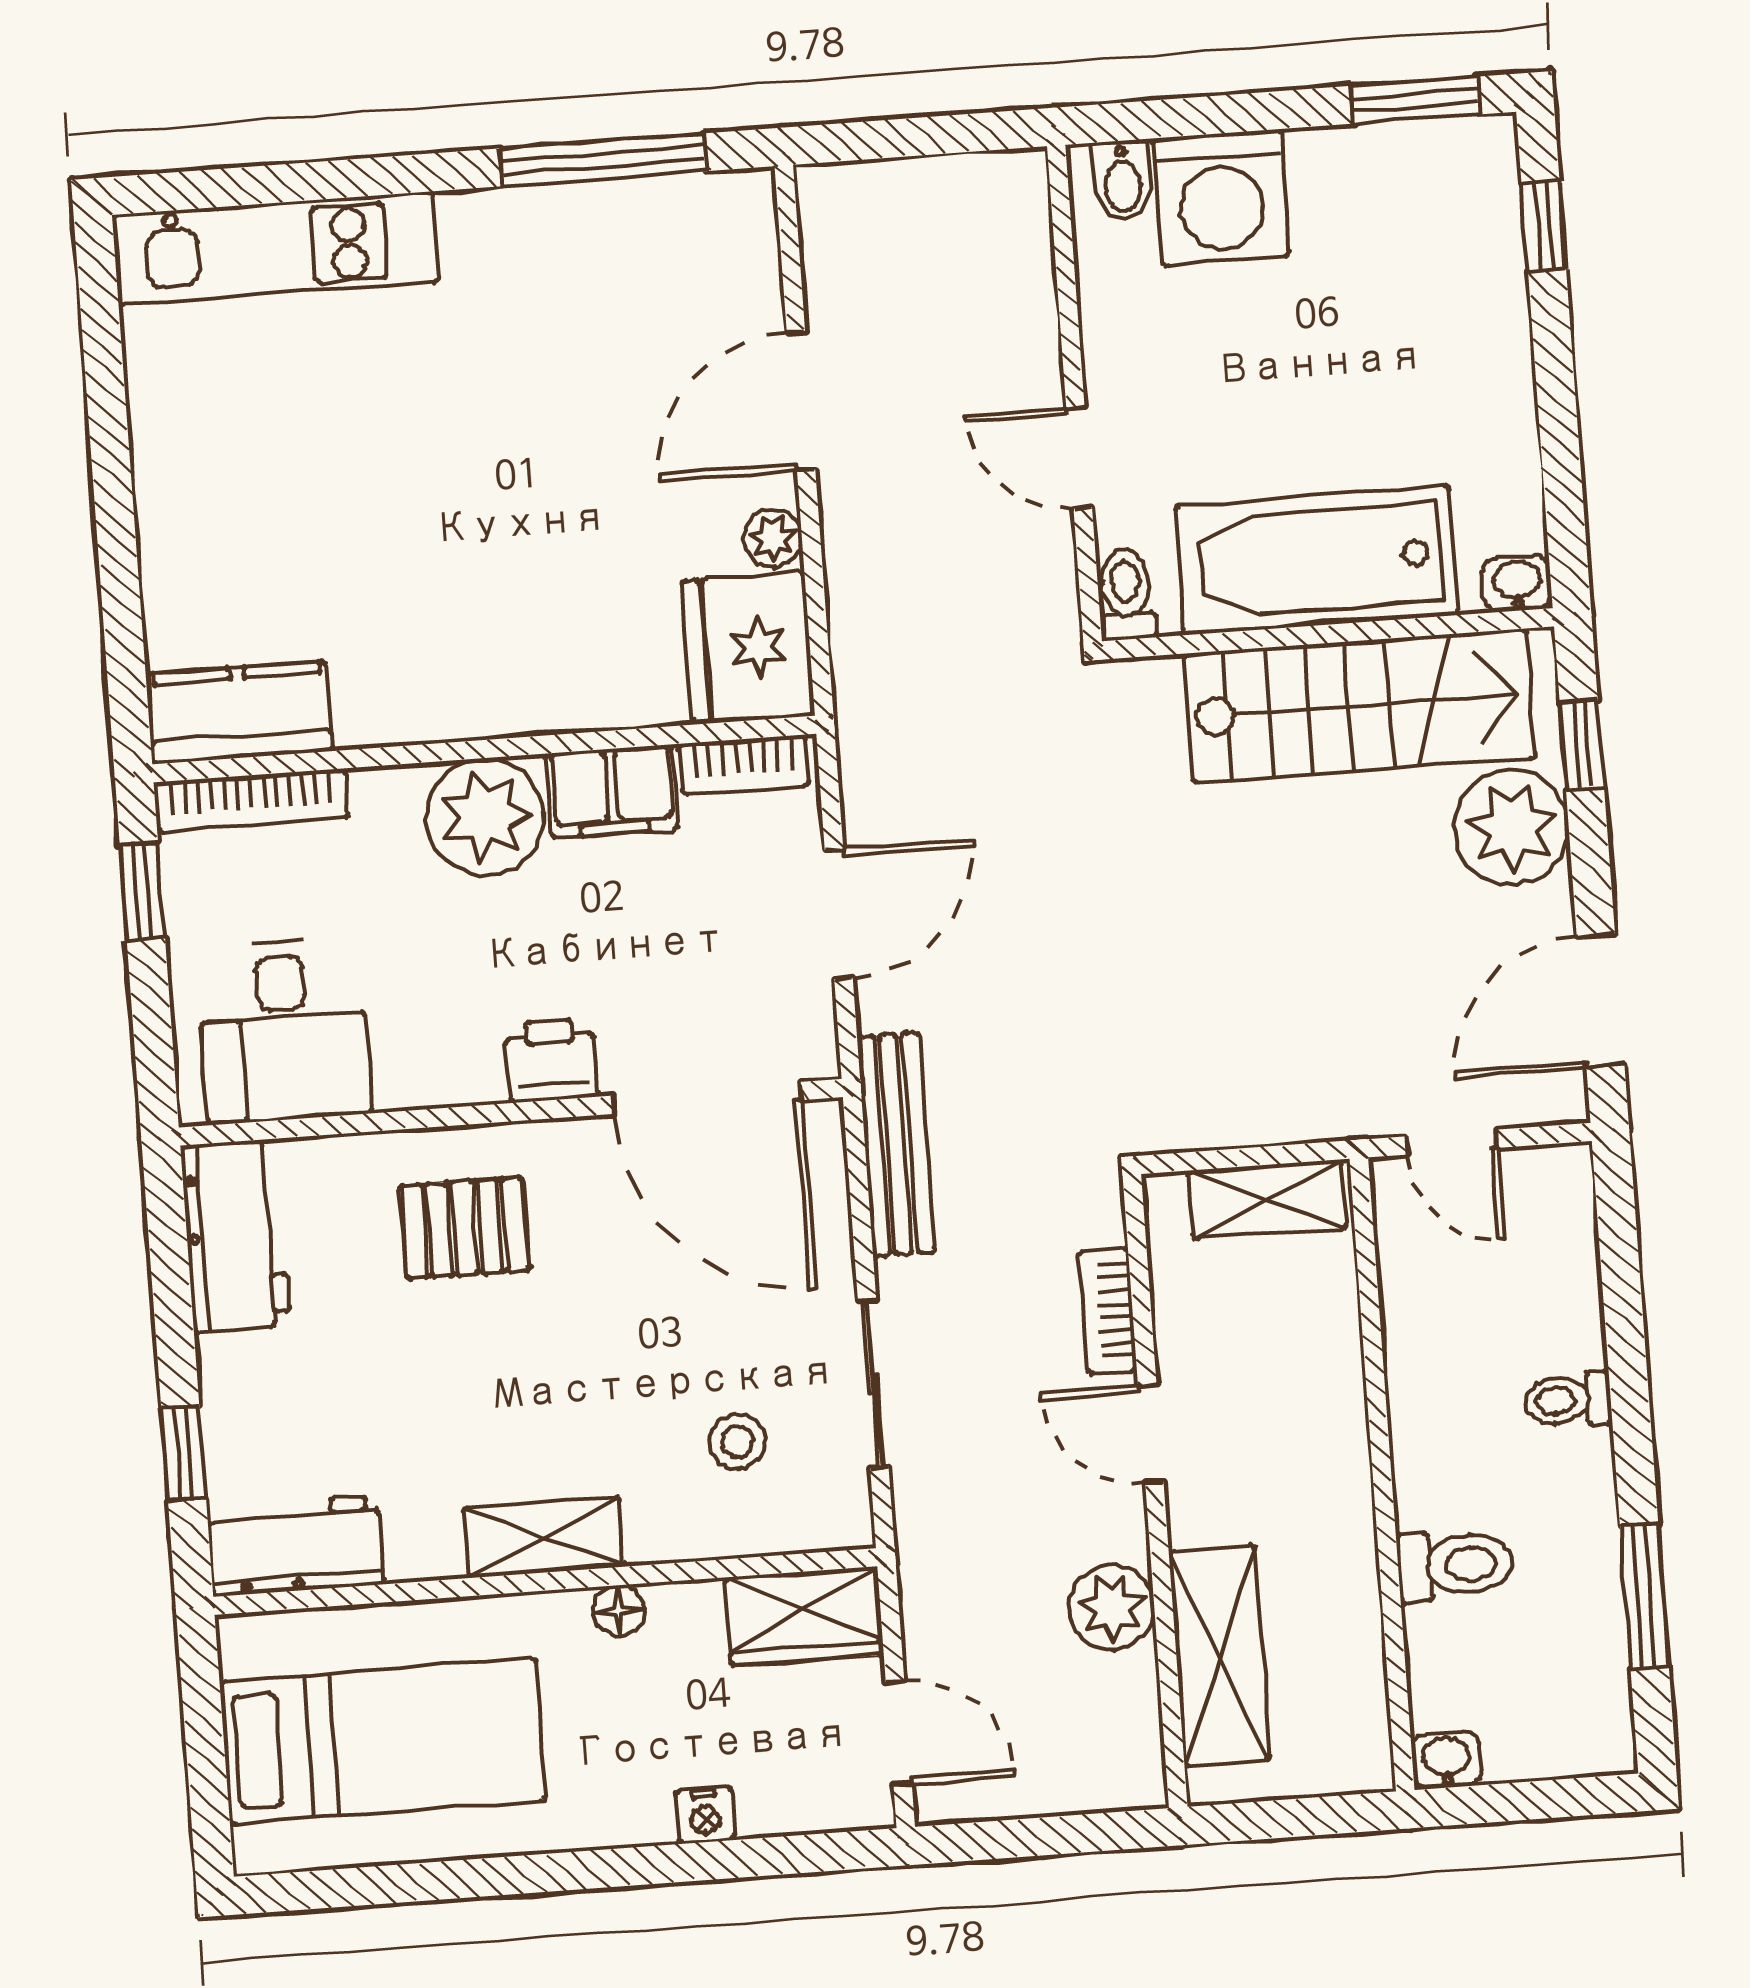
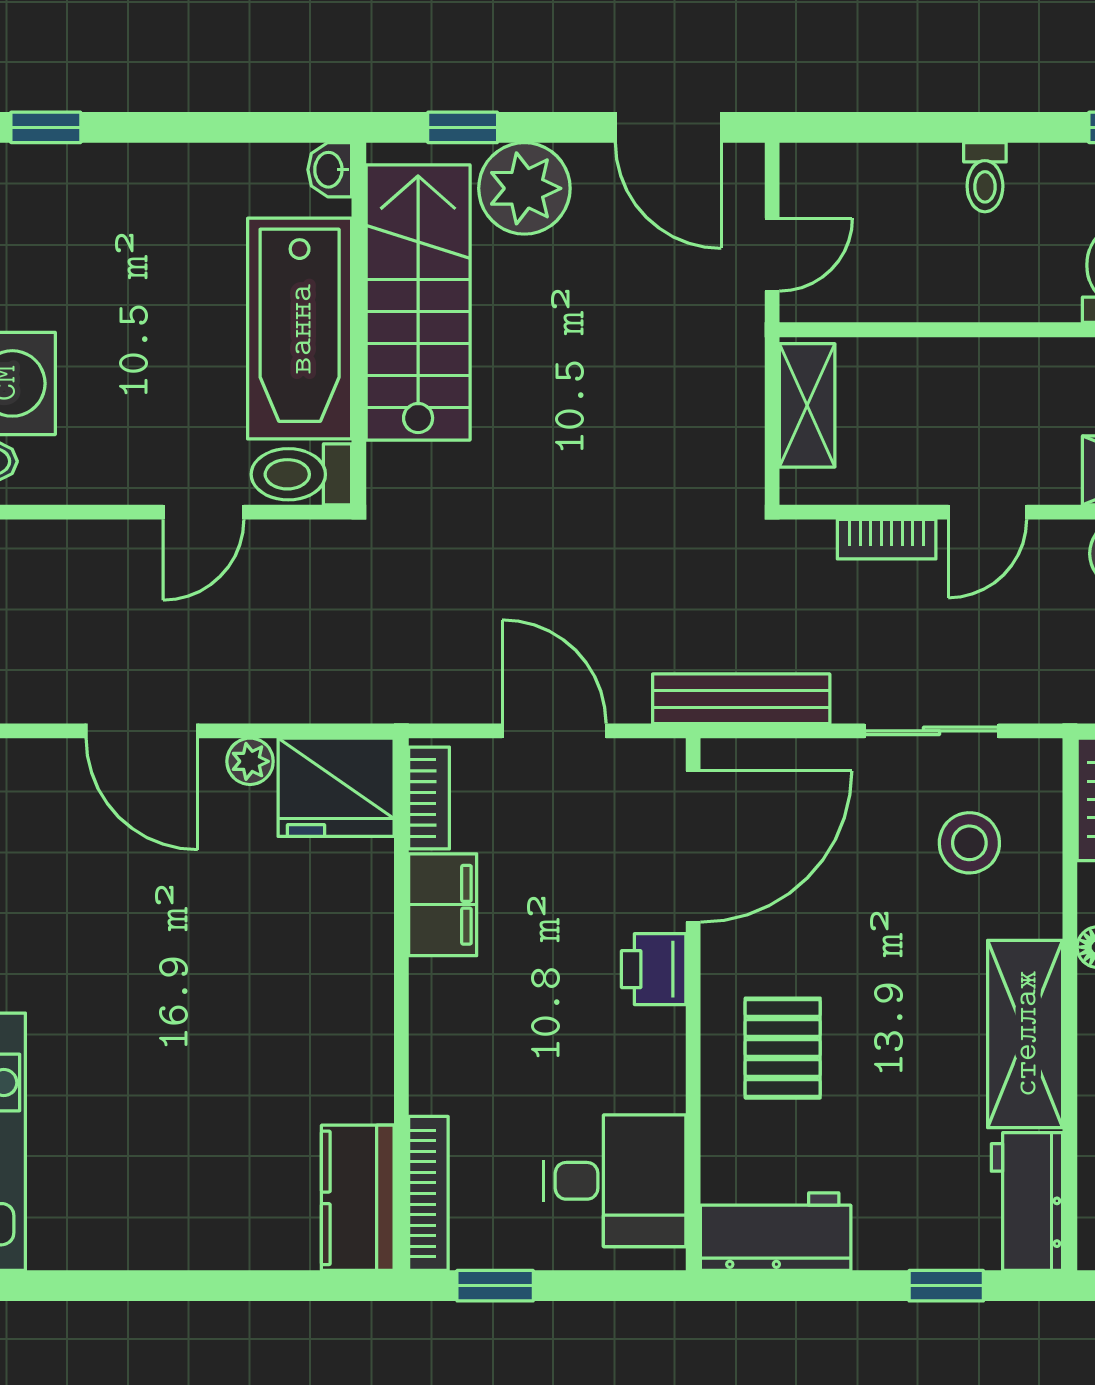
toilet: (1126, 594) -> (301, 474), width x1.37, depth x1.39
plant: (485, 817) -> (456, 1007), removed
stool: (737, 1442) -> (969, 843), width x1.37, depth x1.37
shelving: (544, 1537) -> (1025, 1034), width x1.50, depth x1.33

